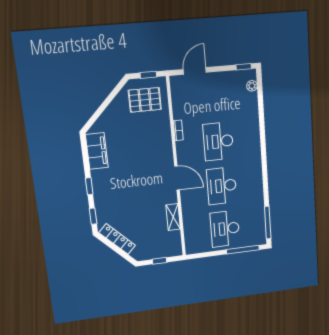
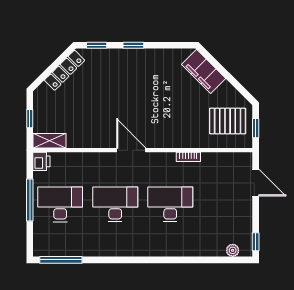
pallet: (145, 100) -> (228, 121), turned 90
filing cabinet: (97, 151) -> (204, 71), moved, turned 45
door: (177, 178) -> (131, 150), swing flipped
shelving: (173, 217) -> (49, 141), moved
printer: (193, 247) -> (41, 161), added
window: (243, 250) -> (30, 200), moved

